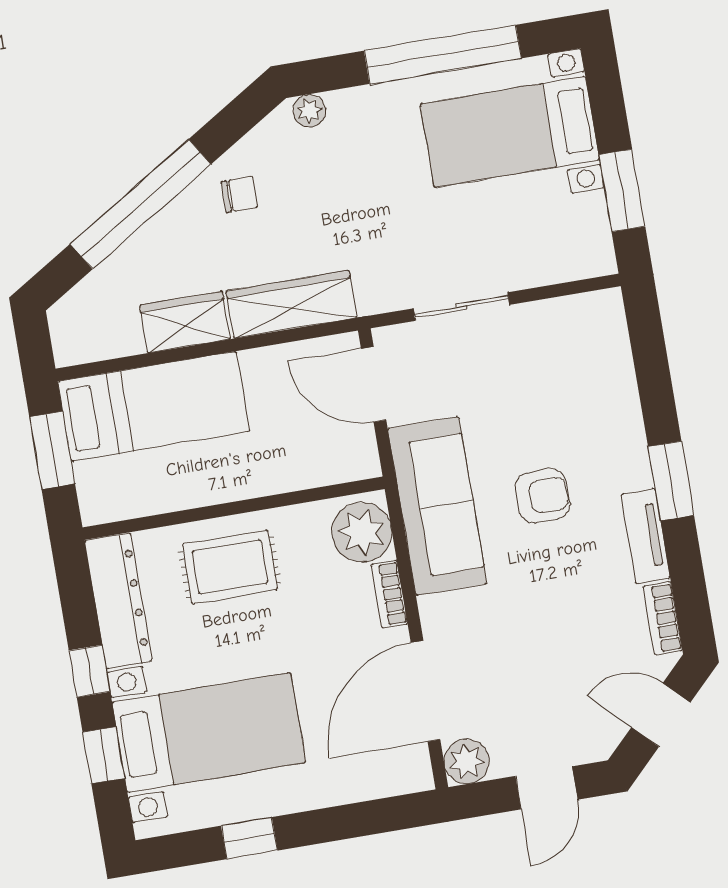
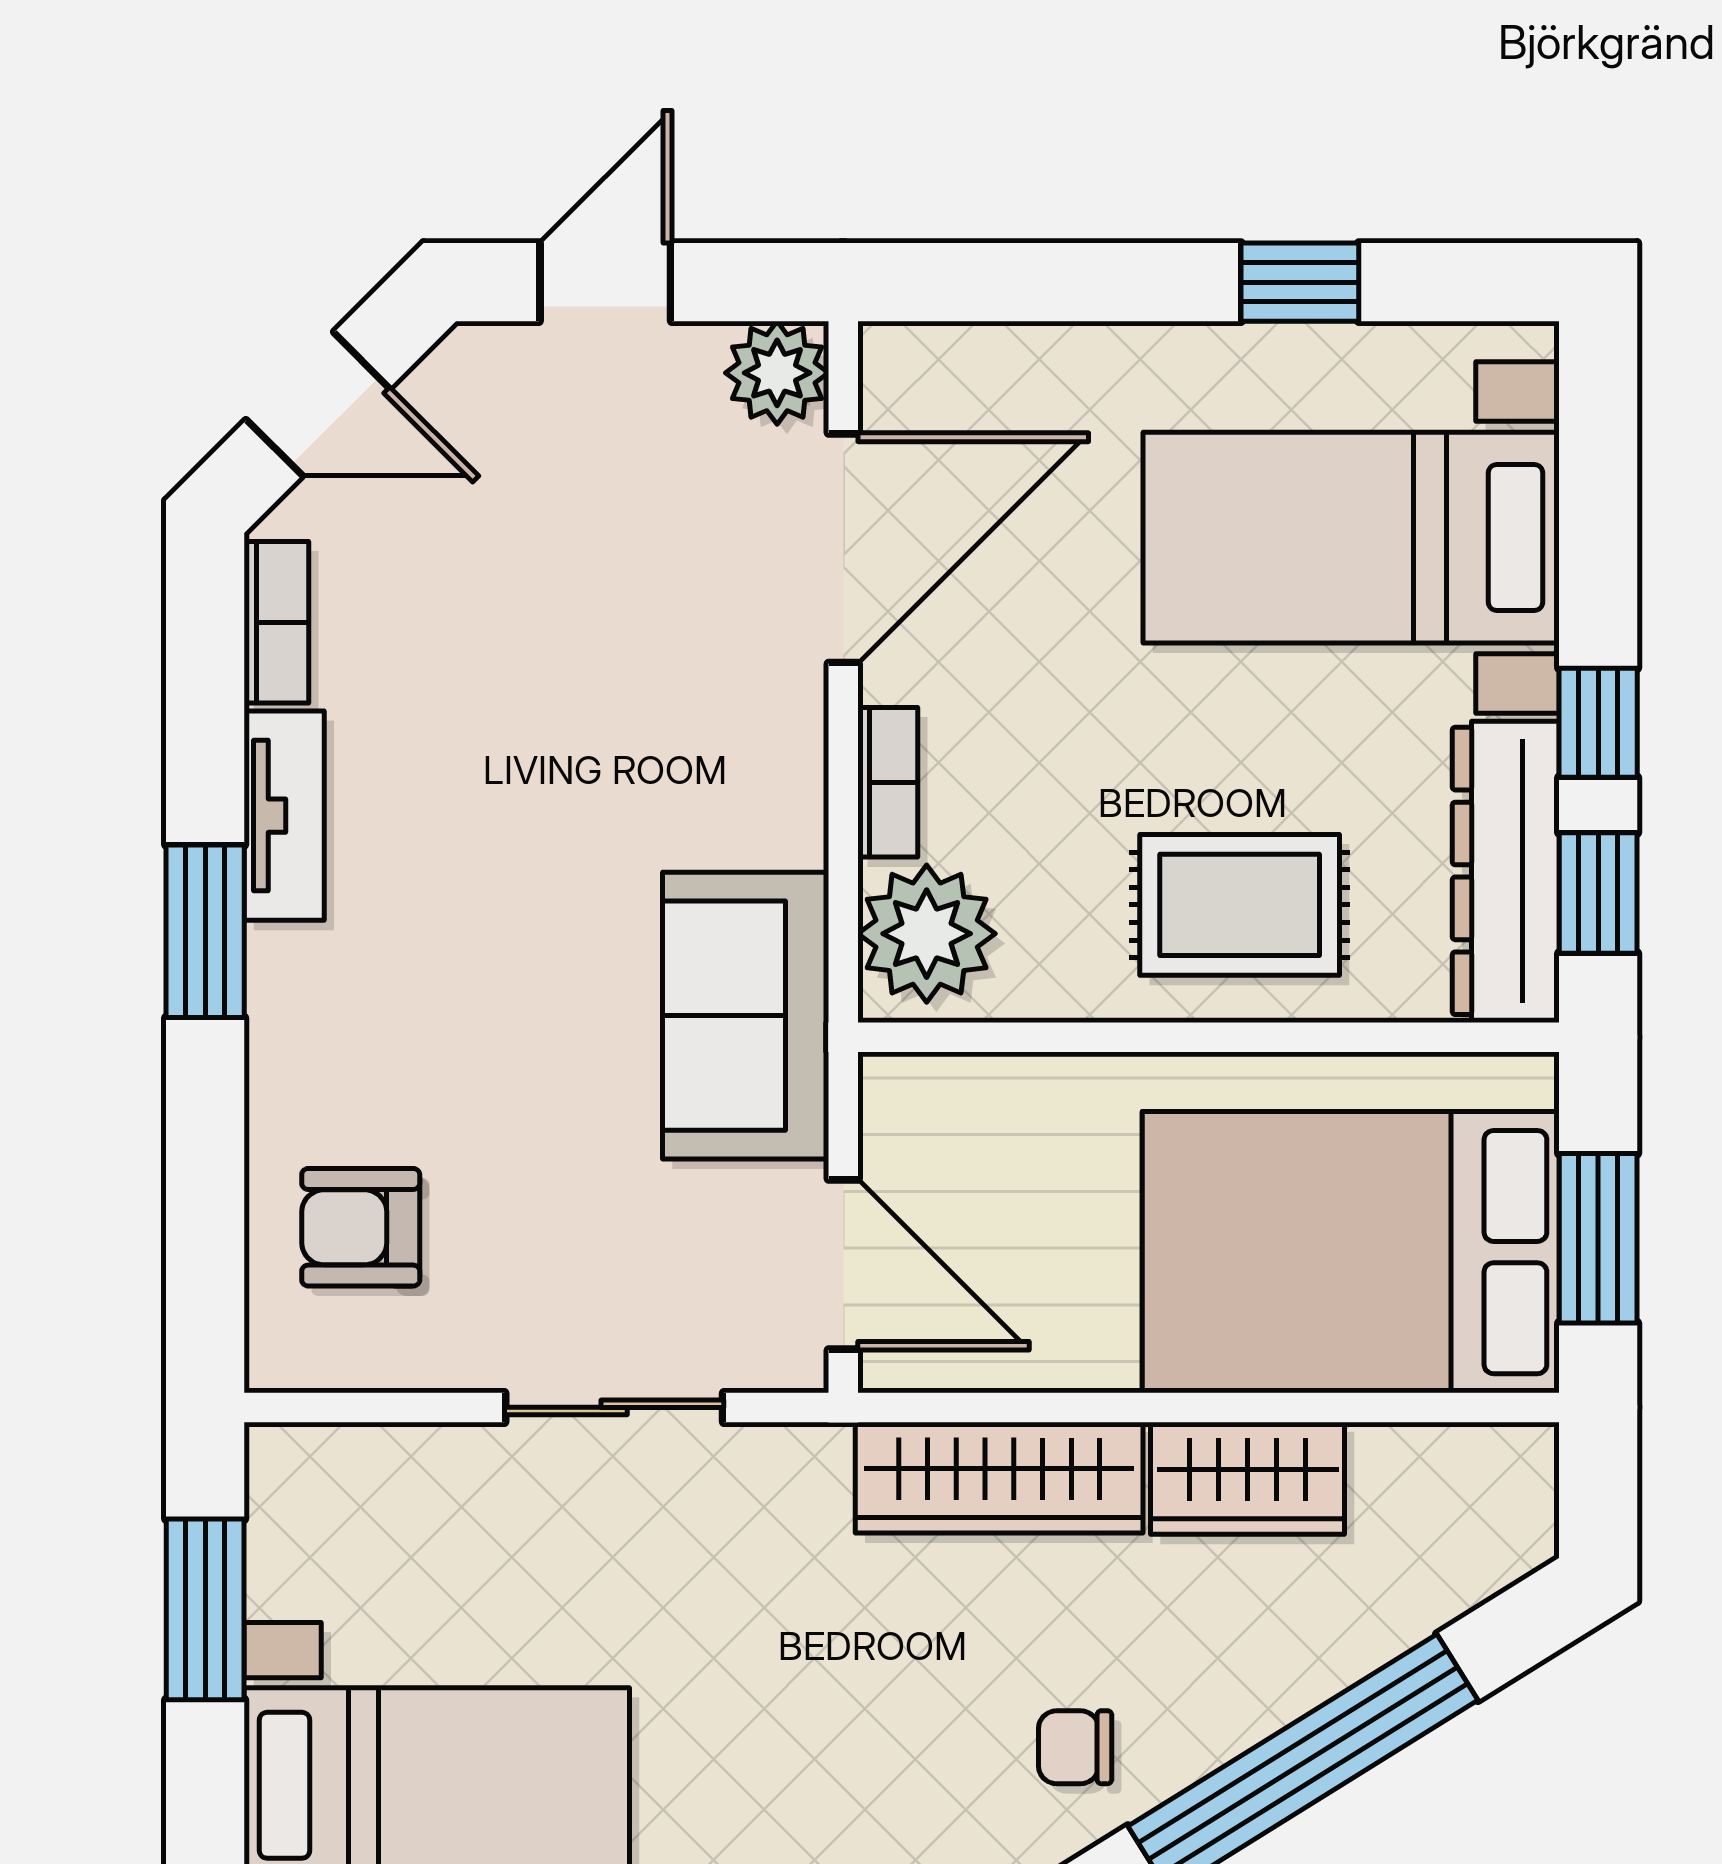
bed: (154, 406) -> (1351, 1252), width x1.50
armchair: (543, 496) -> (361, 1227), moved
sofa: (437, 506) -> (746, 1016), width x0.73
window: (104, 755) -> (1598, 893), moved

